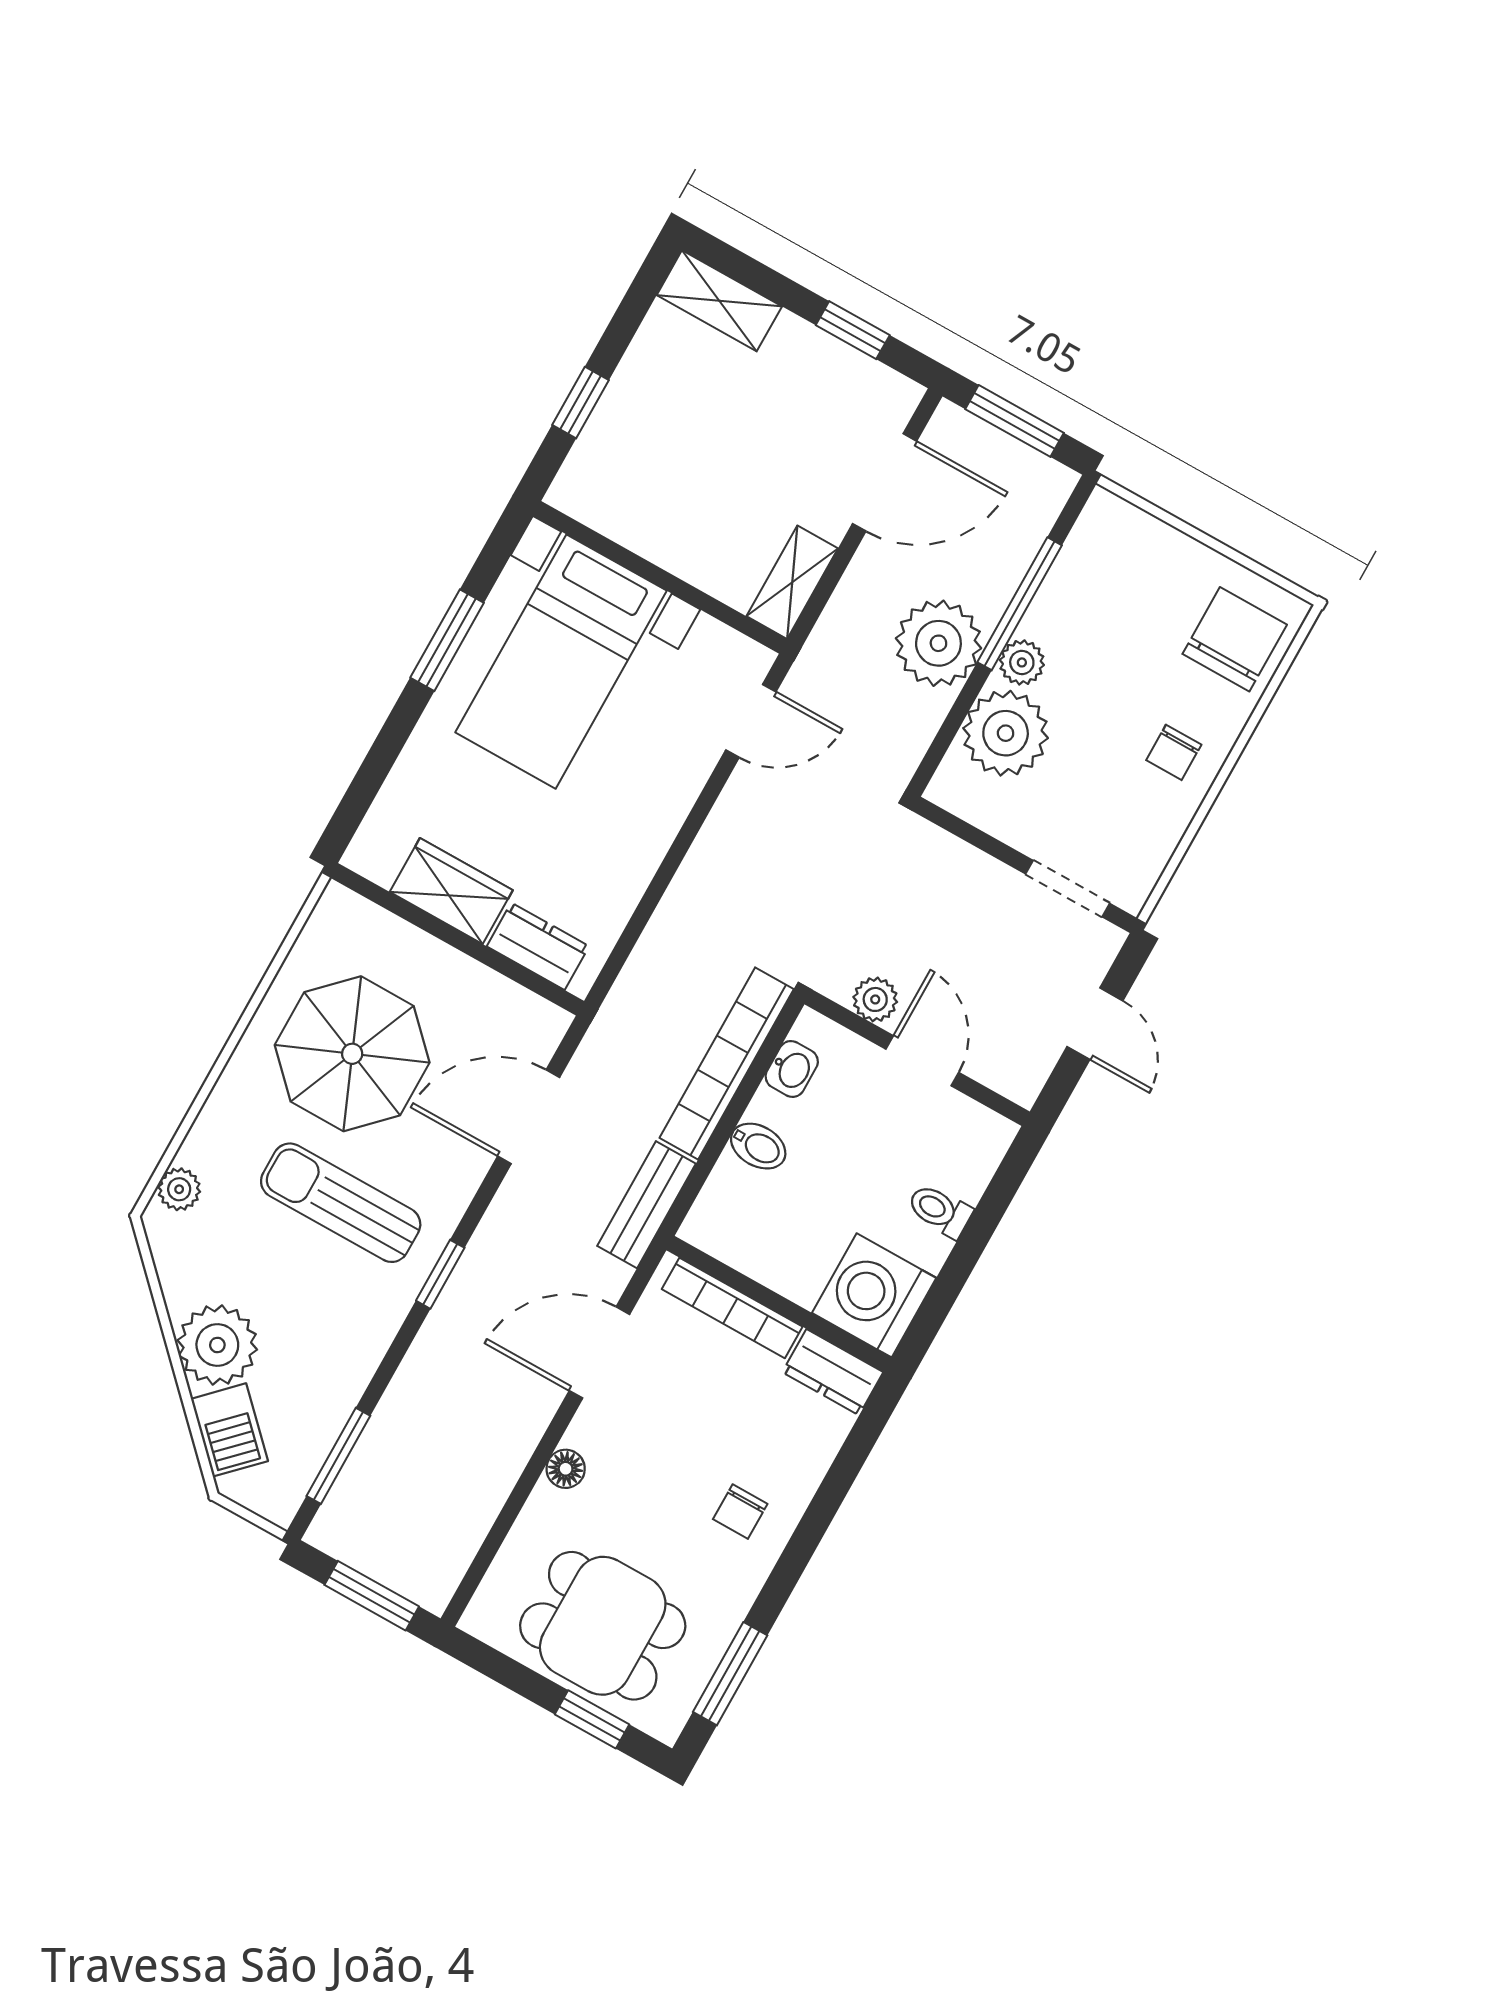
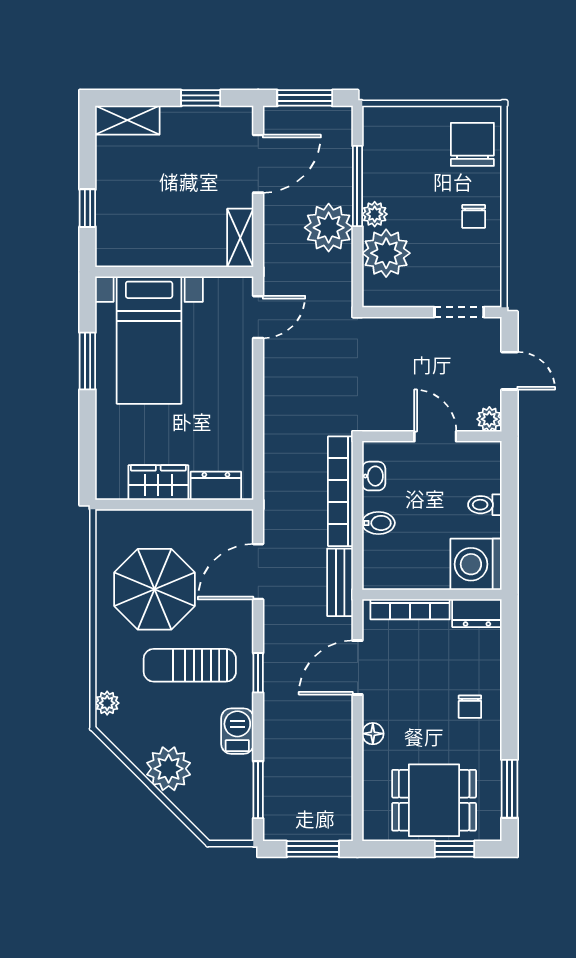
plant: (875, 999) -> (489, 419), moved
barbecue: (229, 1430) -> (237, 731), moved, turned -135

